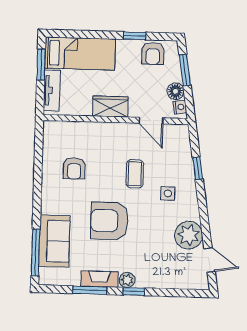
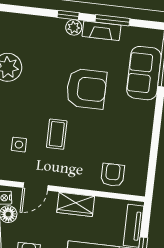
door: (151, 121) -> (36, 187), swing flipped
armchair: (74, 168) -> (113, 175), moved
side table: (168, 193) -> (19, 145), moved

